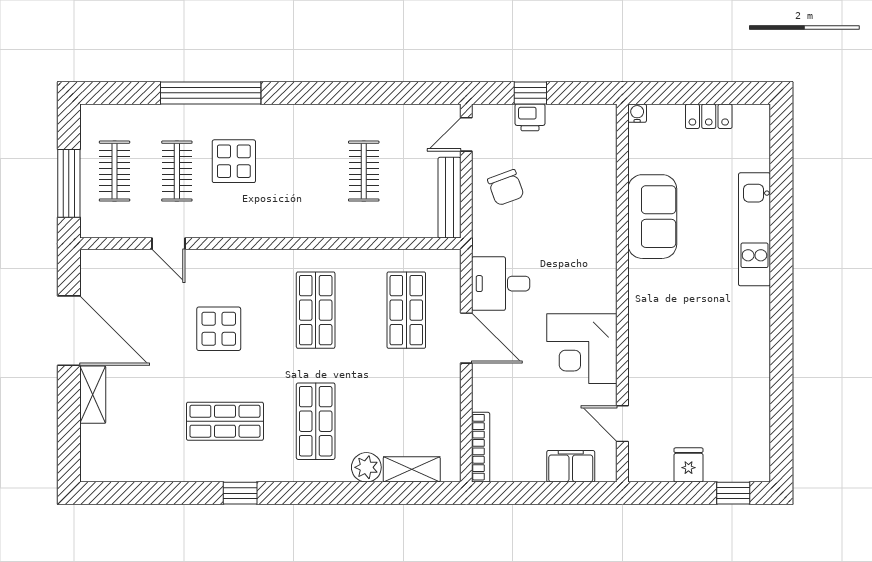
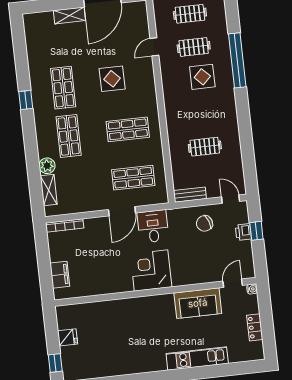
bench: (449, 198) -> (190, 195), width x0.73
corner desk: (582, 349) -> (151, 270), moved
shop shelf: (316, 421) -> (69, 136), turned 90
door: (622, 424) -> (233, 283), moved

